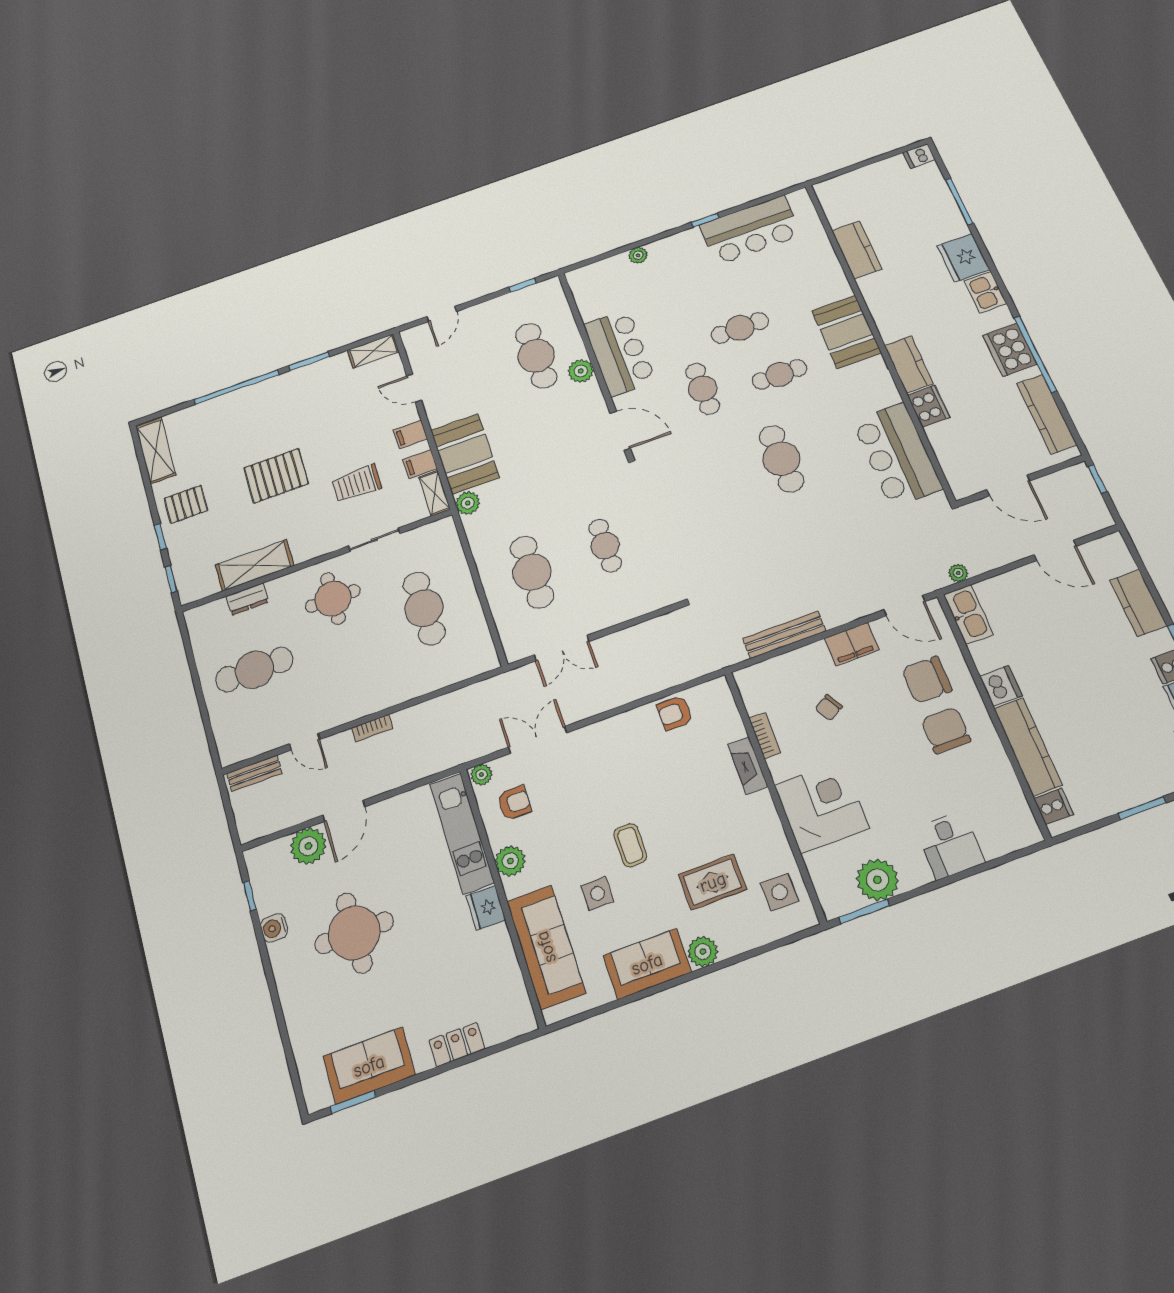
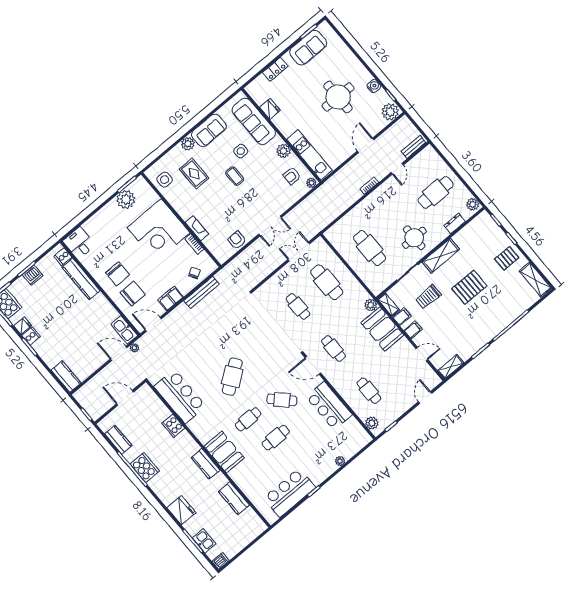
kitchen sink: (985, 292) -> (204, 541), moved
cafe table: (536, 356) -> (369, 391), width x0.73, depth x0.74
kitchen counter: (909, 364) -> (206, 464), moved
plant: (581, 371) -> (372, 423), moved
cafe table: (703, 389) -> (282, 400), turned -45
kitchen counter: (1047, 414) -> (118, 440), width x0.67
cafe table: (570, 448) -> (333, 349), added
cafe table: (781, 459) -> (232, 377), turned 54
trolley: (357, 483) -> (428, 297), turned 180
door: (1055, 550) -> (119, 353), moved
shelving: (255, 565) -> (441, 256), moved
kitchen counter: (1138, 603) -> (66, 377), moved
plant: (198, 623) -> (473, 204), added
dishwasher: (1001, 686) -> (33, 275), moved, turned -90
chair: (829, 708) -> (195, 273), moved
armchair: (675, 713) -> (237, 240), turned -90
double door: (538, 740) -> (270, 226), moved
door: (305, 742) -> (397, 169), swing flipped
corner desk: (822, 807) -> (159, 230), width x1.36, depth x1.36
desk: (950, 845) -> (79, 243), moved
plant: (308, 846) -> (390, 112), moved
rug: (713, 882) -> (194, 174), turned 90
fridge: (486, 908) -> (270, 109), moved

